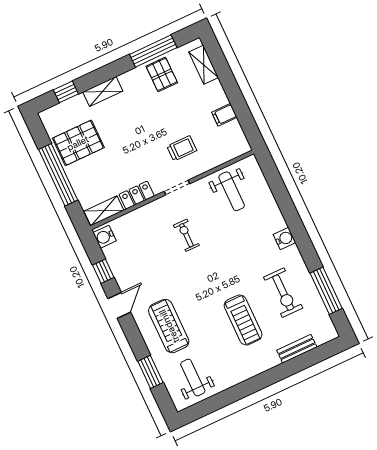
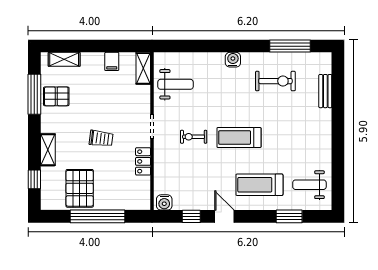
trolley: (182, 148) -> (101, 138), moved, turned 97
shelving: (104, 211) -> (143, 68), moved
treadmill: (243, 320) -> (239, 138), moved, turned 180

